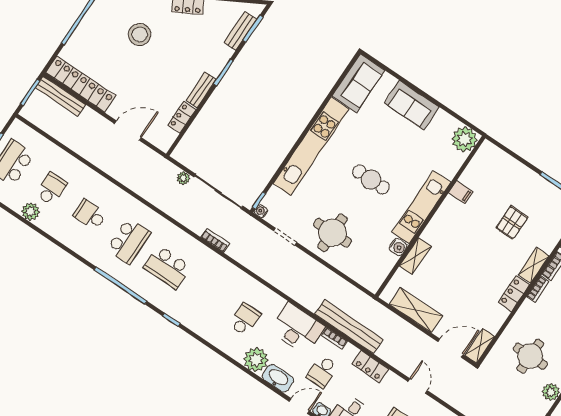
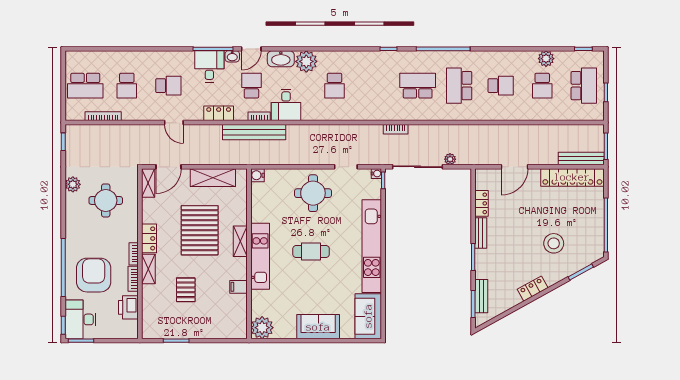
water cooler: (398, 247) -> (257, 175), moved
shelving: (415, 256) -> (240, 241), moved
pallet: (461, 269) -> (200, 230), added
desk: (297, 328) -> (286, 105), width x0.73

